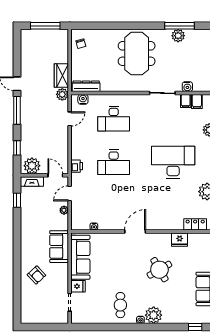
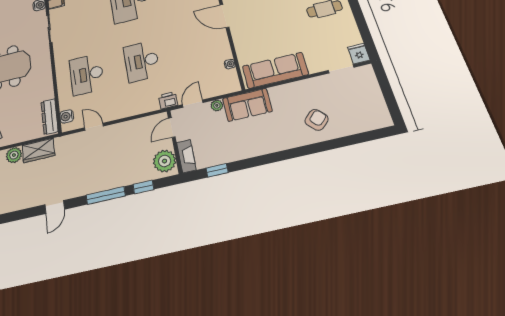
plant: (62, 94) -> (14, 155), moved
window: (17, 110) -> (106, 195), moved
desk: (114, 119) -> (87, 74), turned 180
desk: (114, 162) -> (142, 61), turned 180
printer: (77, 166) -> (168, 100), moved
door: (70, 193) -> (193, 104), swing flipped
sofa: (59, 247) -> (247, 105), moved
fridge: (78, 286) -> (359, 54), moved

